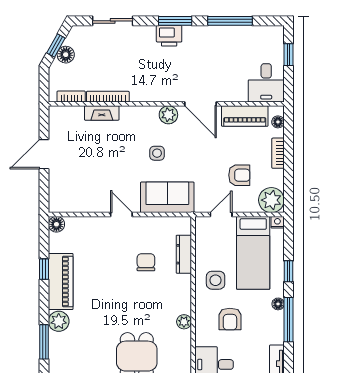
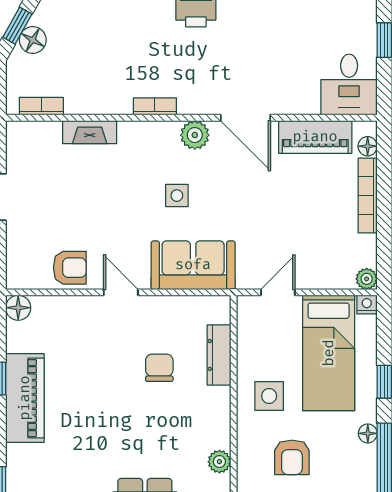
bookcase: (108, 97) -> (155, 106), moved, width x0.64
bookcase: (278, 153) -> (368, 196), width x1.56
armchair: (239, 175) -> (70, 268), moved
plant: (271, 200) -> (367, 279), width x0.53, depth x0.53
plant: (59, 321) -> (22, 461), removed

